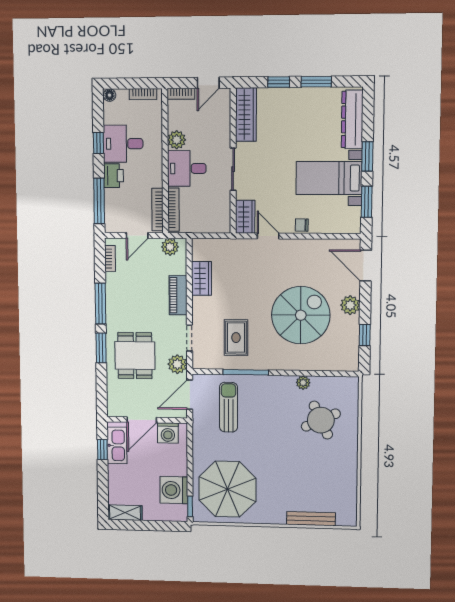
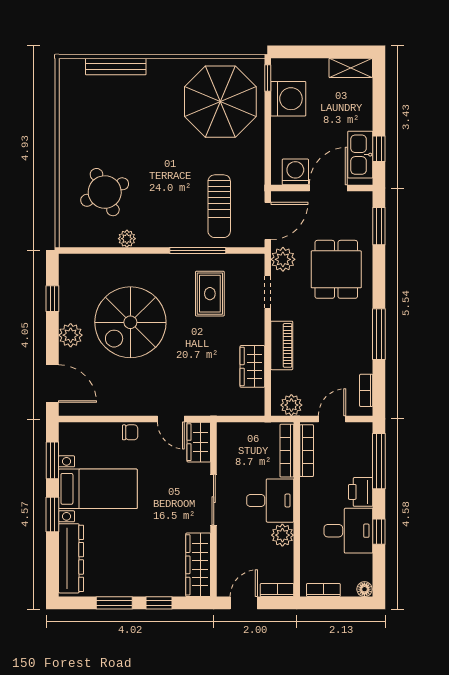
window: (101, 348) -> (379, 226), moved

